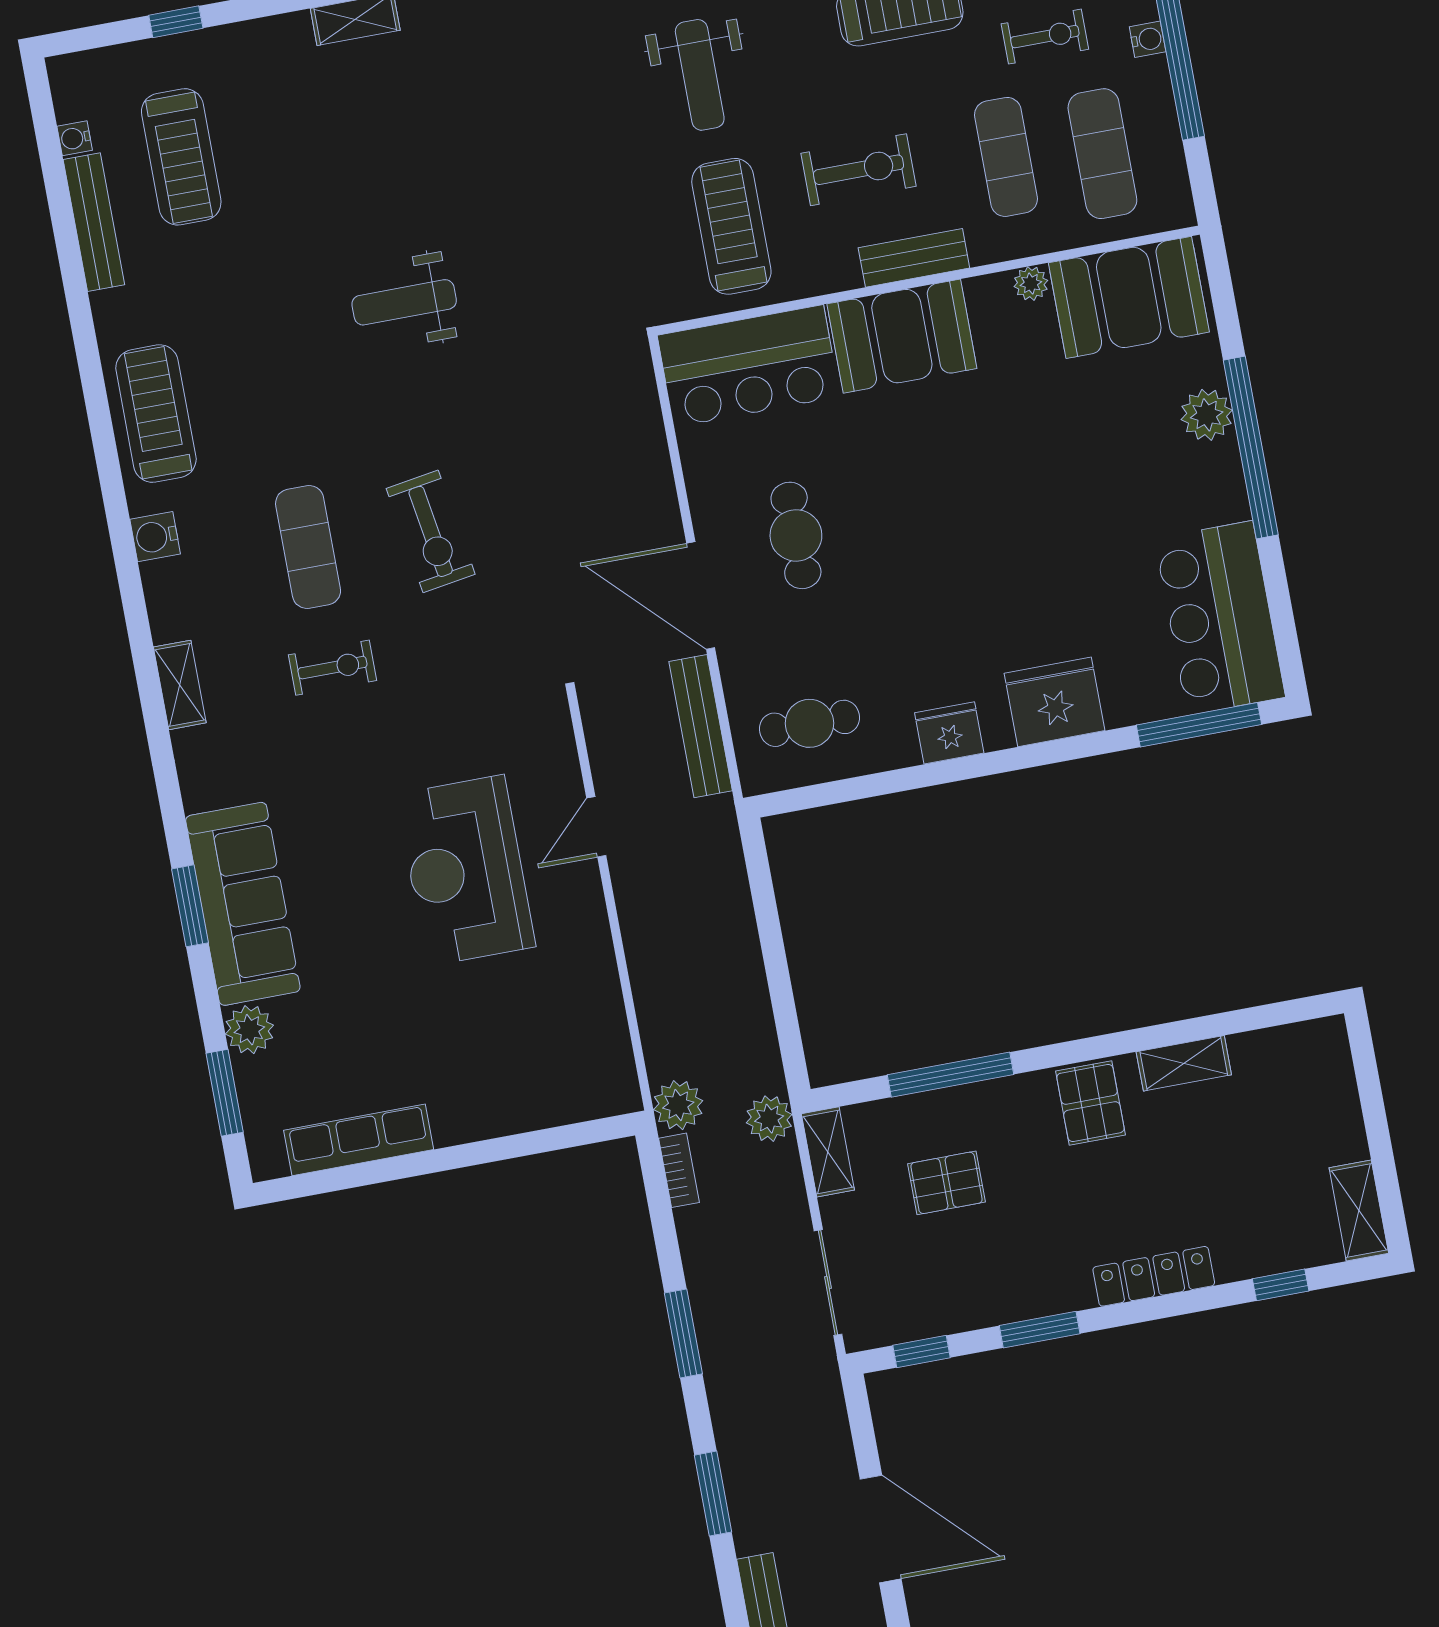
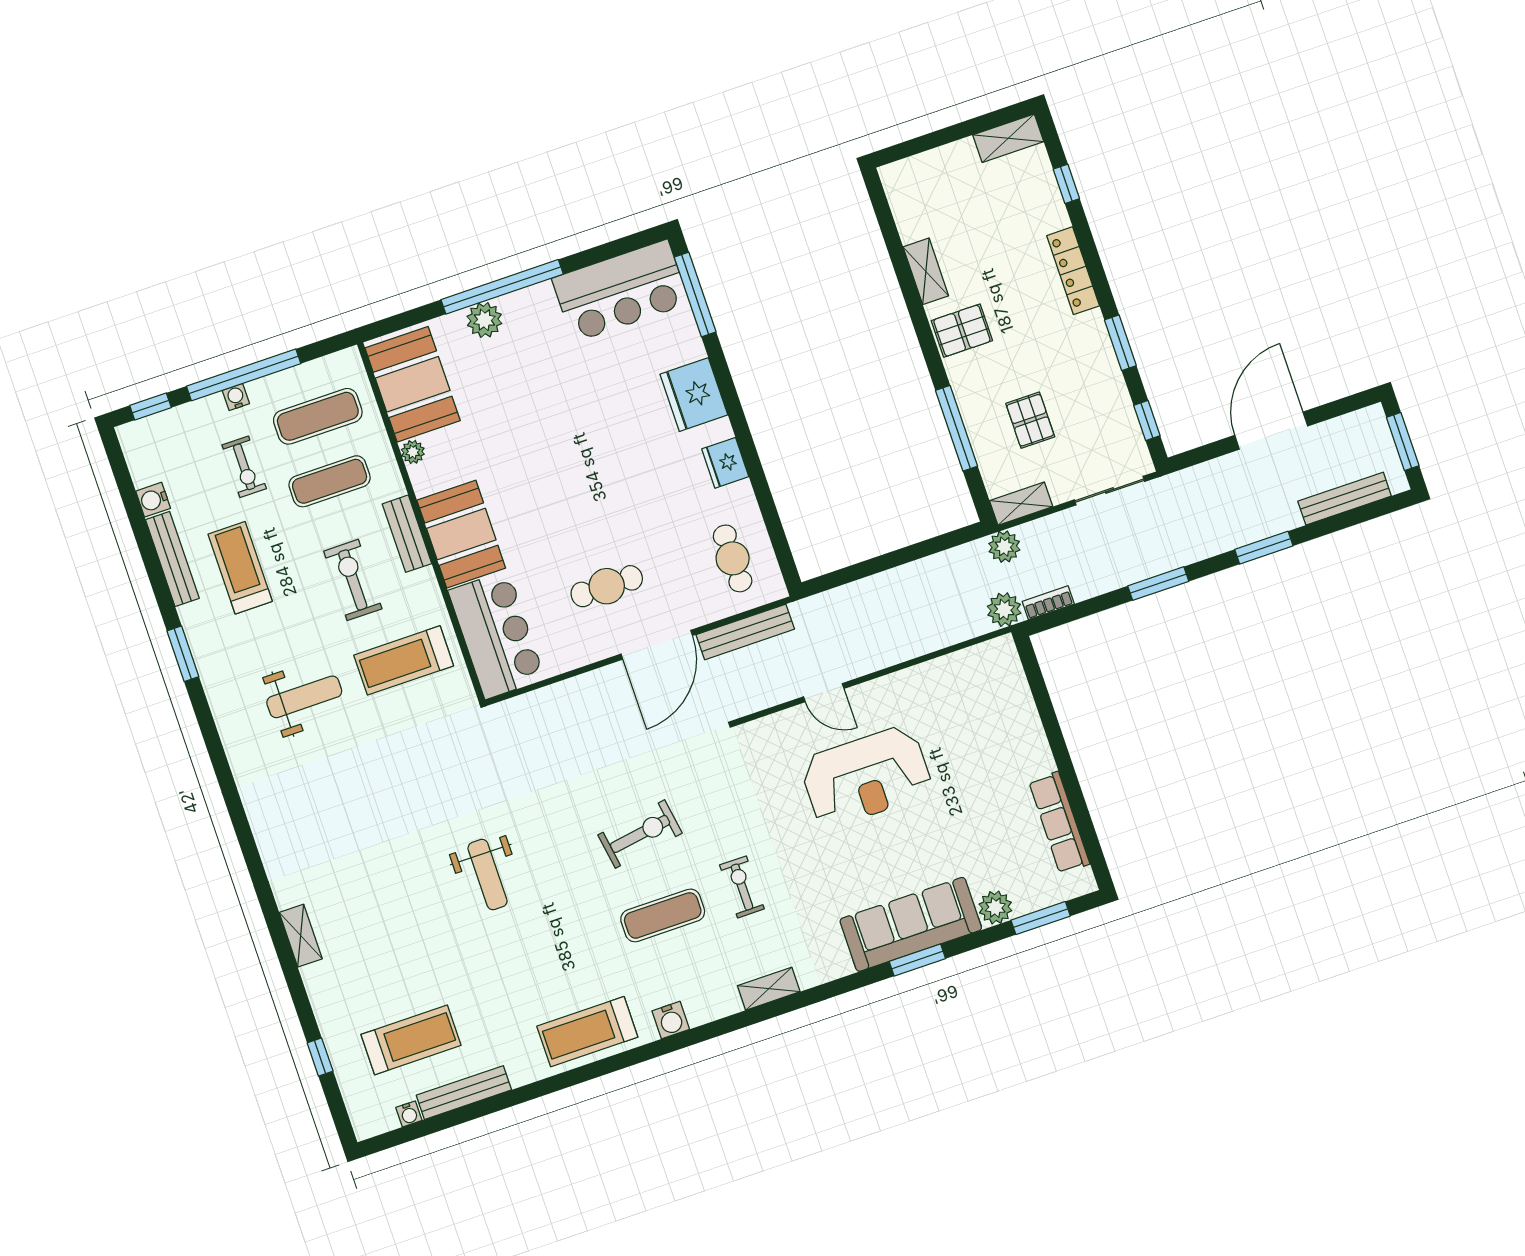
exercise bike: (1045, 37) -> (244, 467), turned 180

